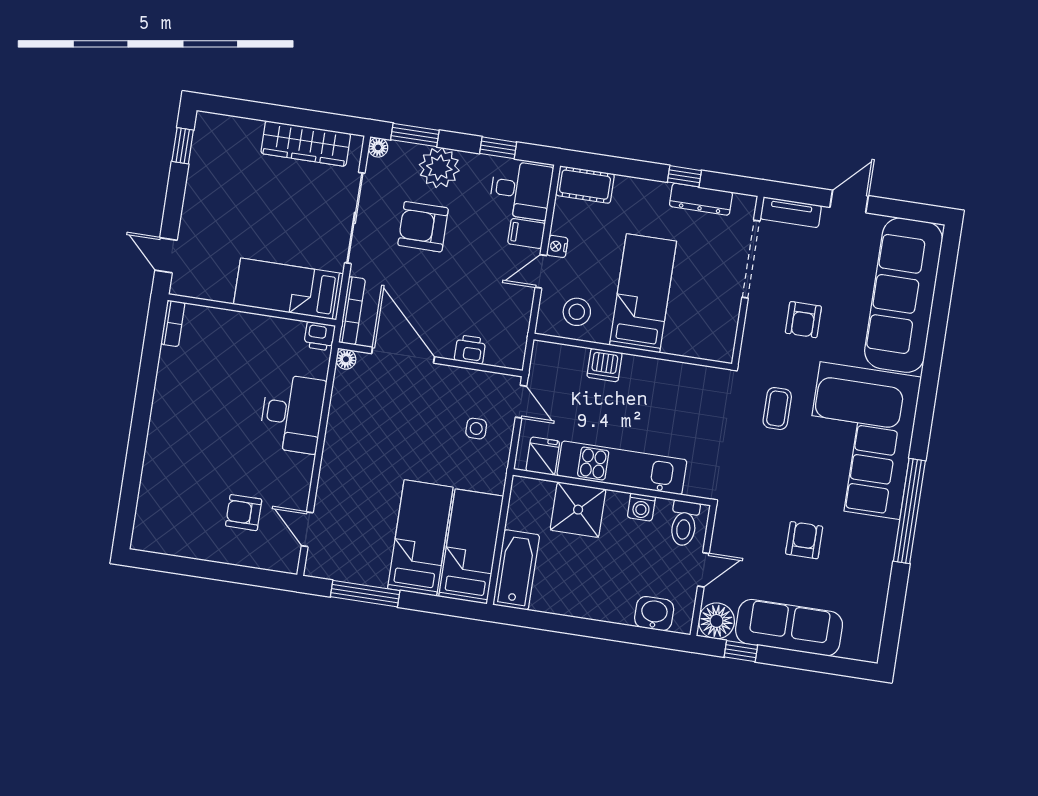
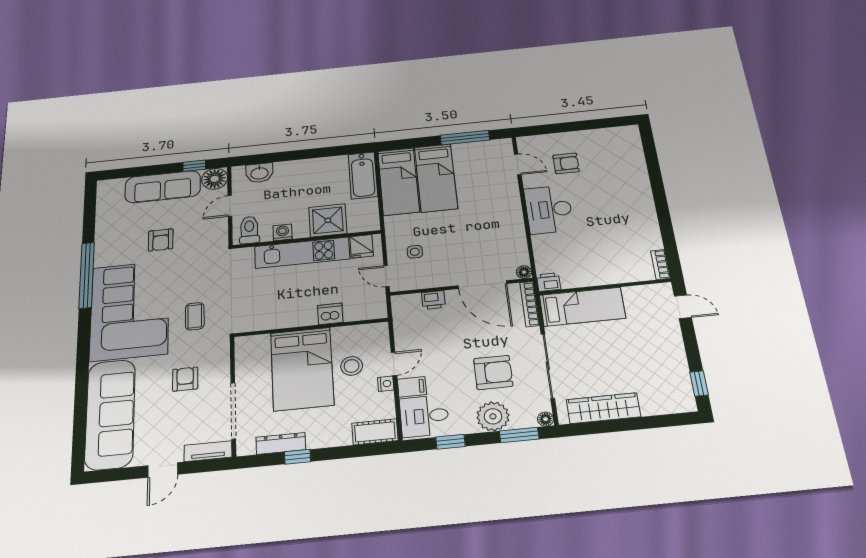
bed: (643, 293) -> (302, 369), width x1.50
stool: (577, 312) -> (352, 366), moved
desk: (292, 413) -> (549, 210), moved

